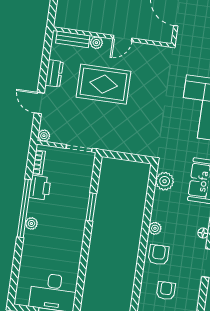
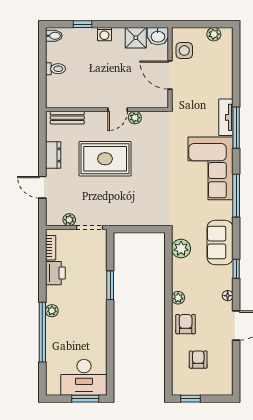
plant: (96, 43) -> (135, 118), moved
plant: (44, 136) -> (69, 220), moved
window: (24, 208) -> (42, 332), moved

